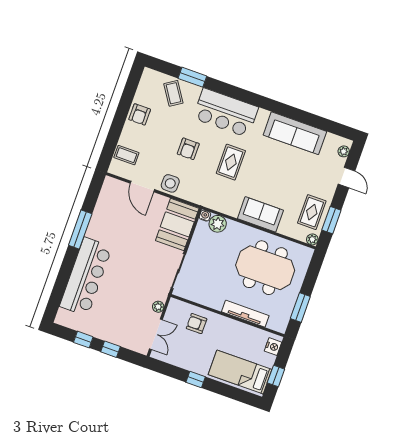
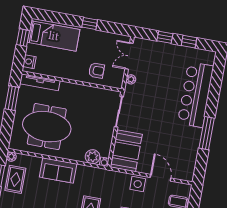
tv unit: (245, 314) -> (40, 82), moved

